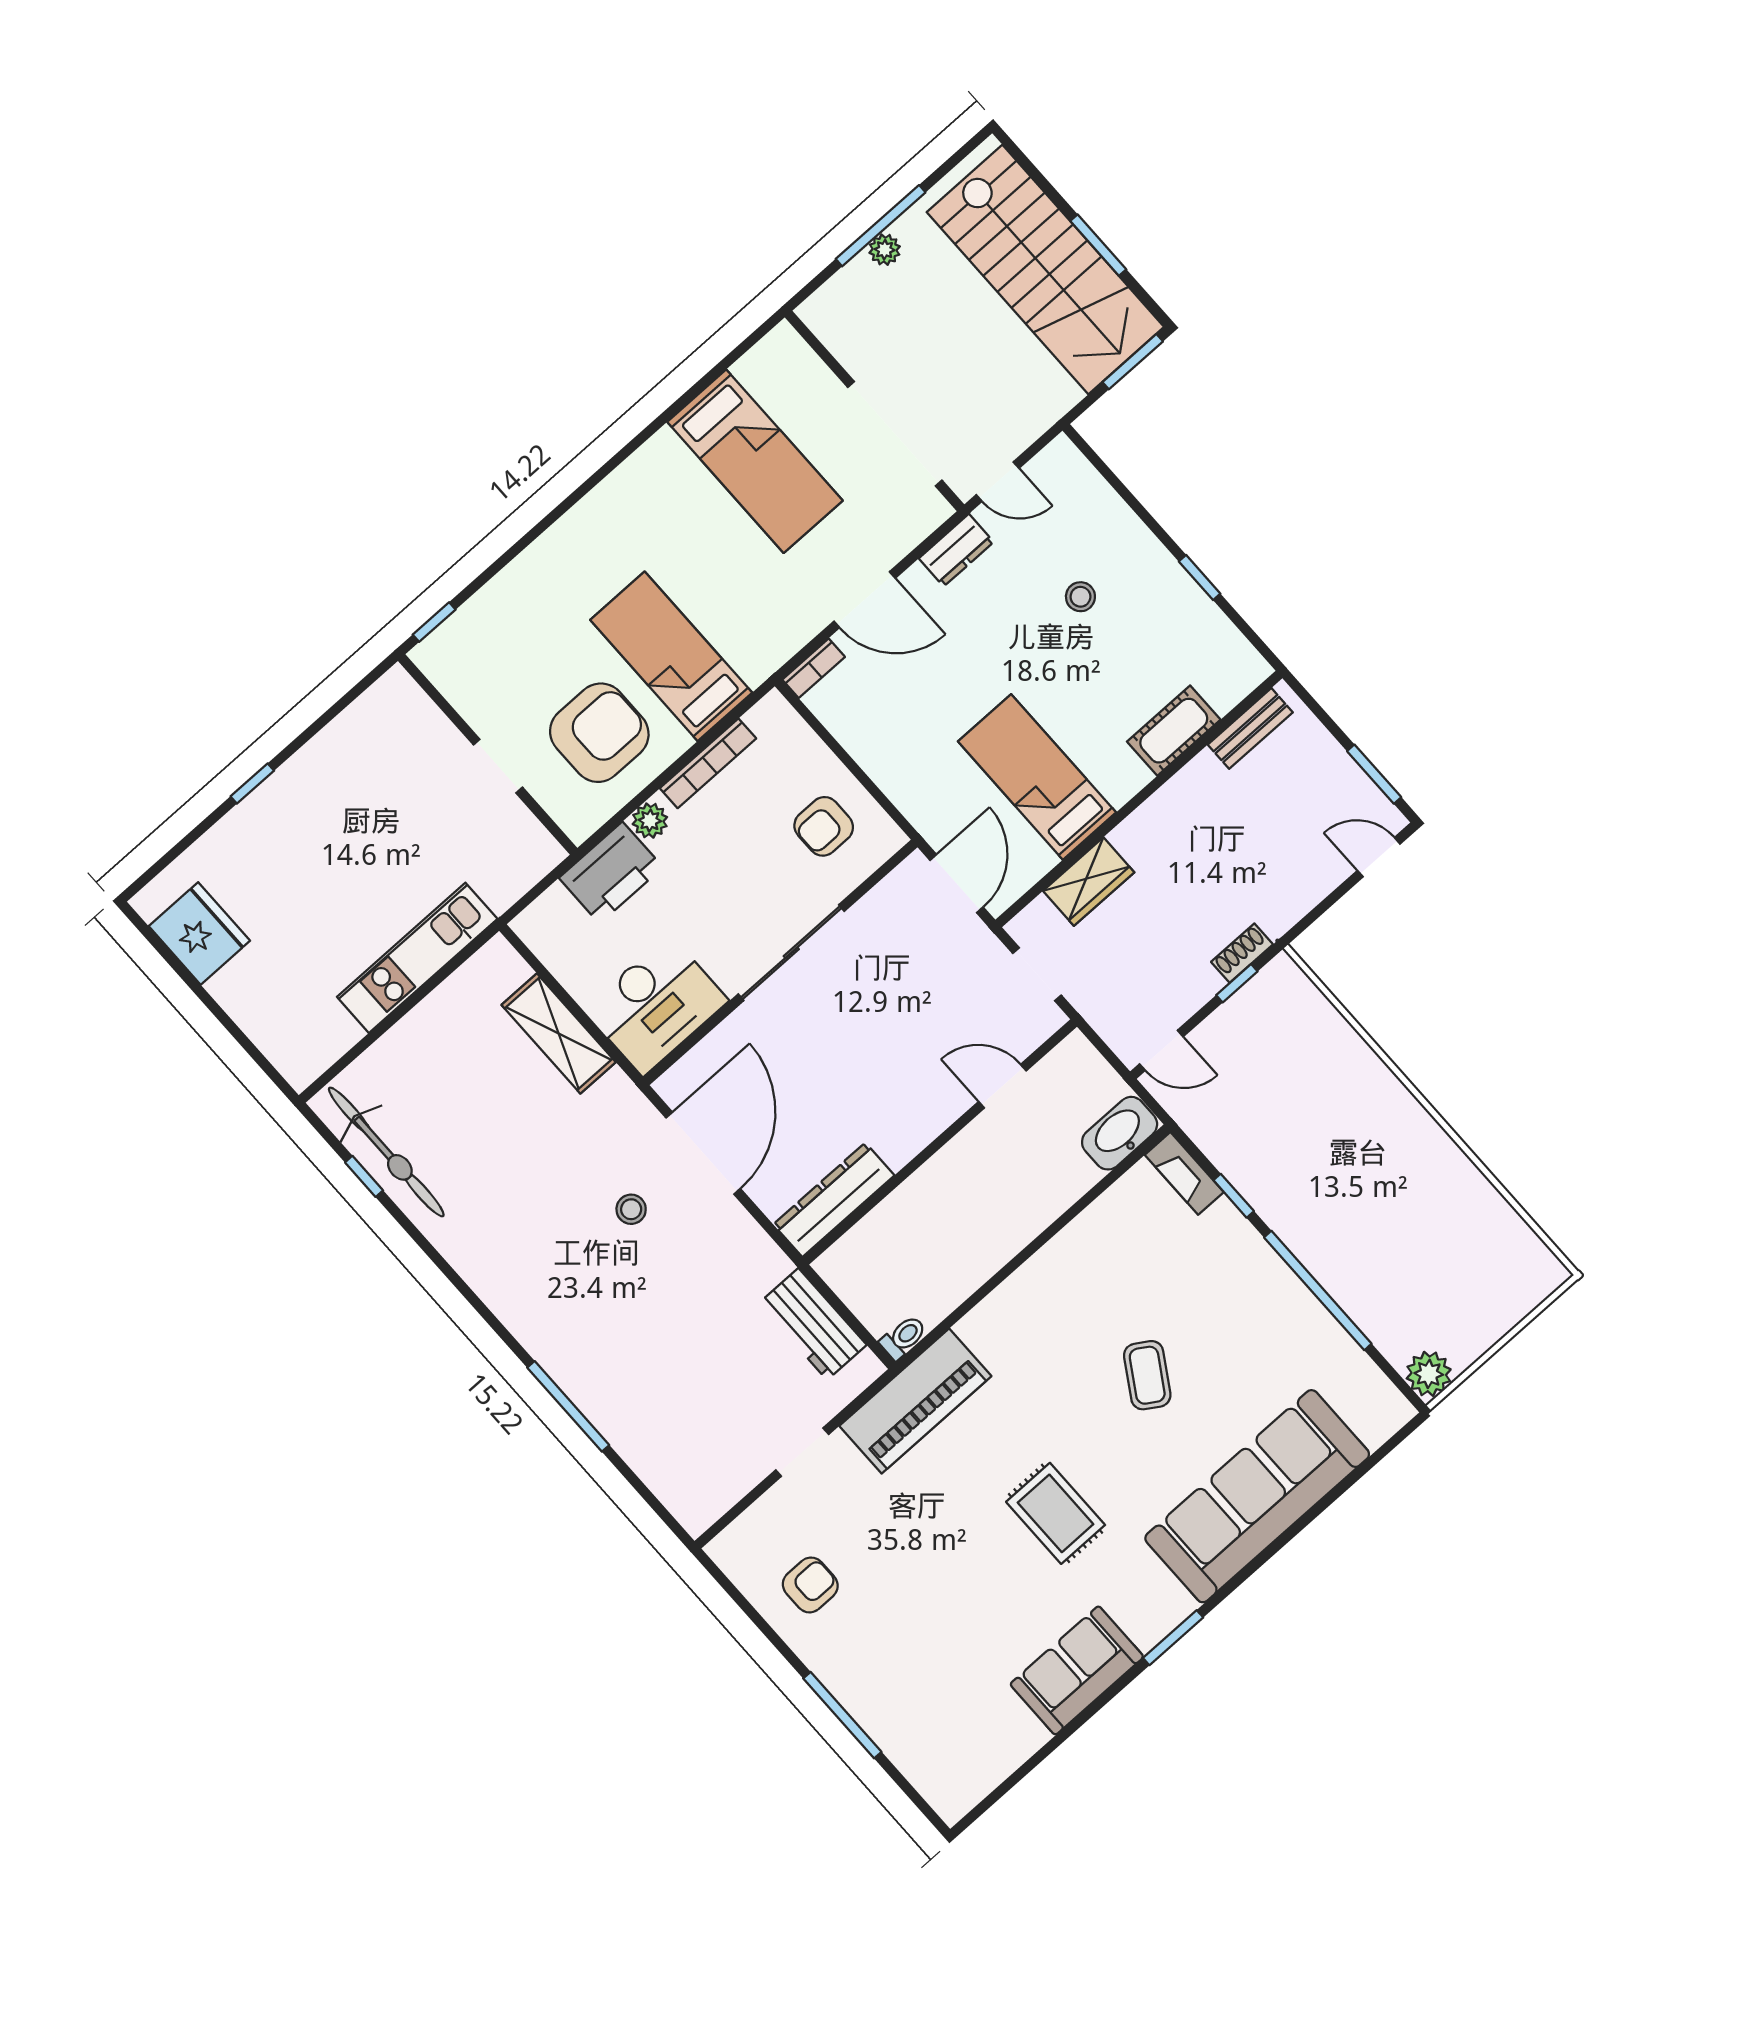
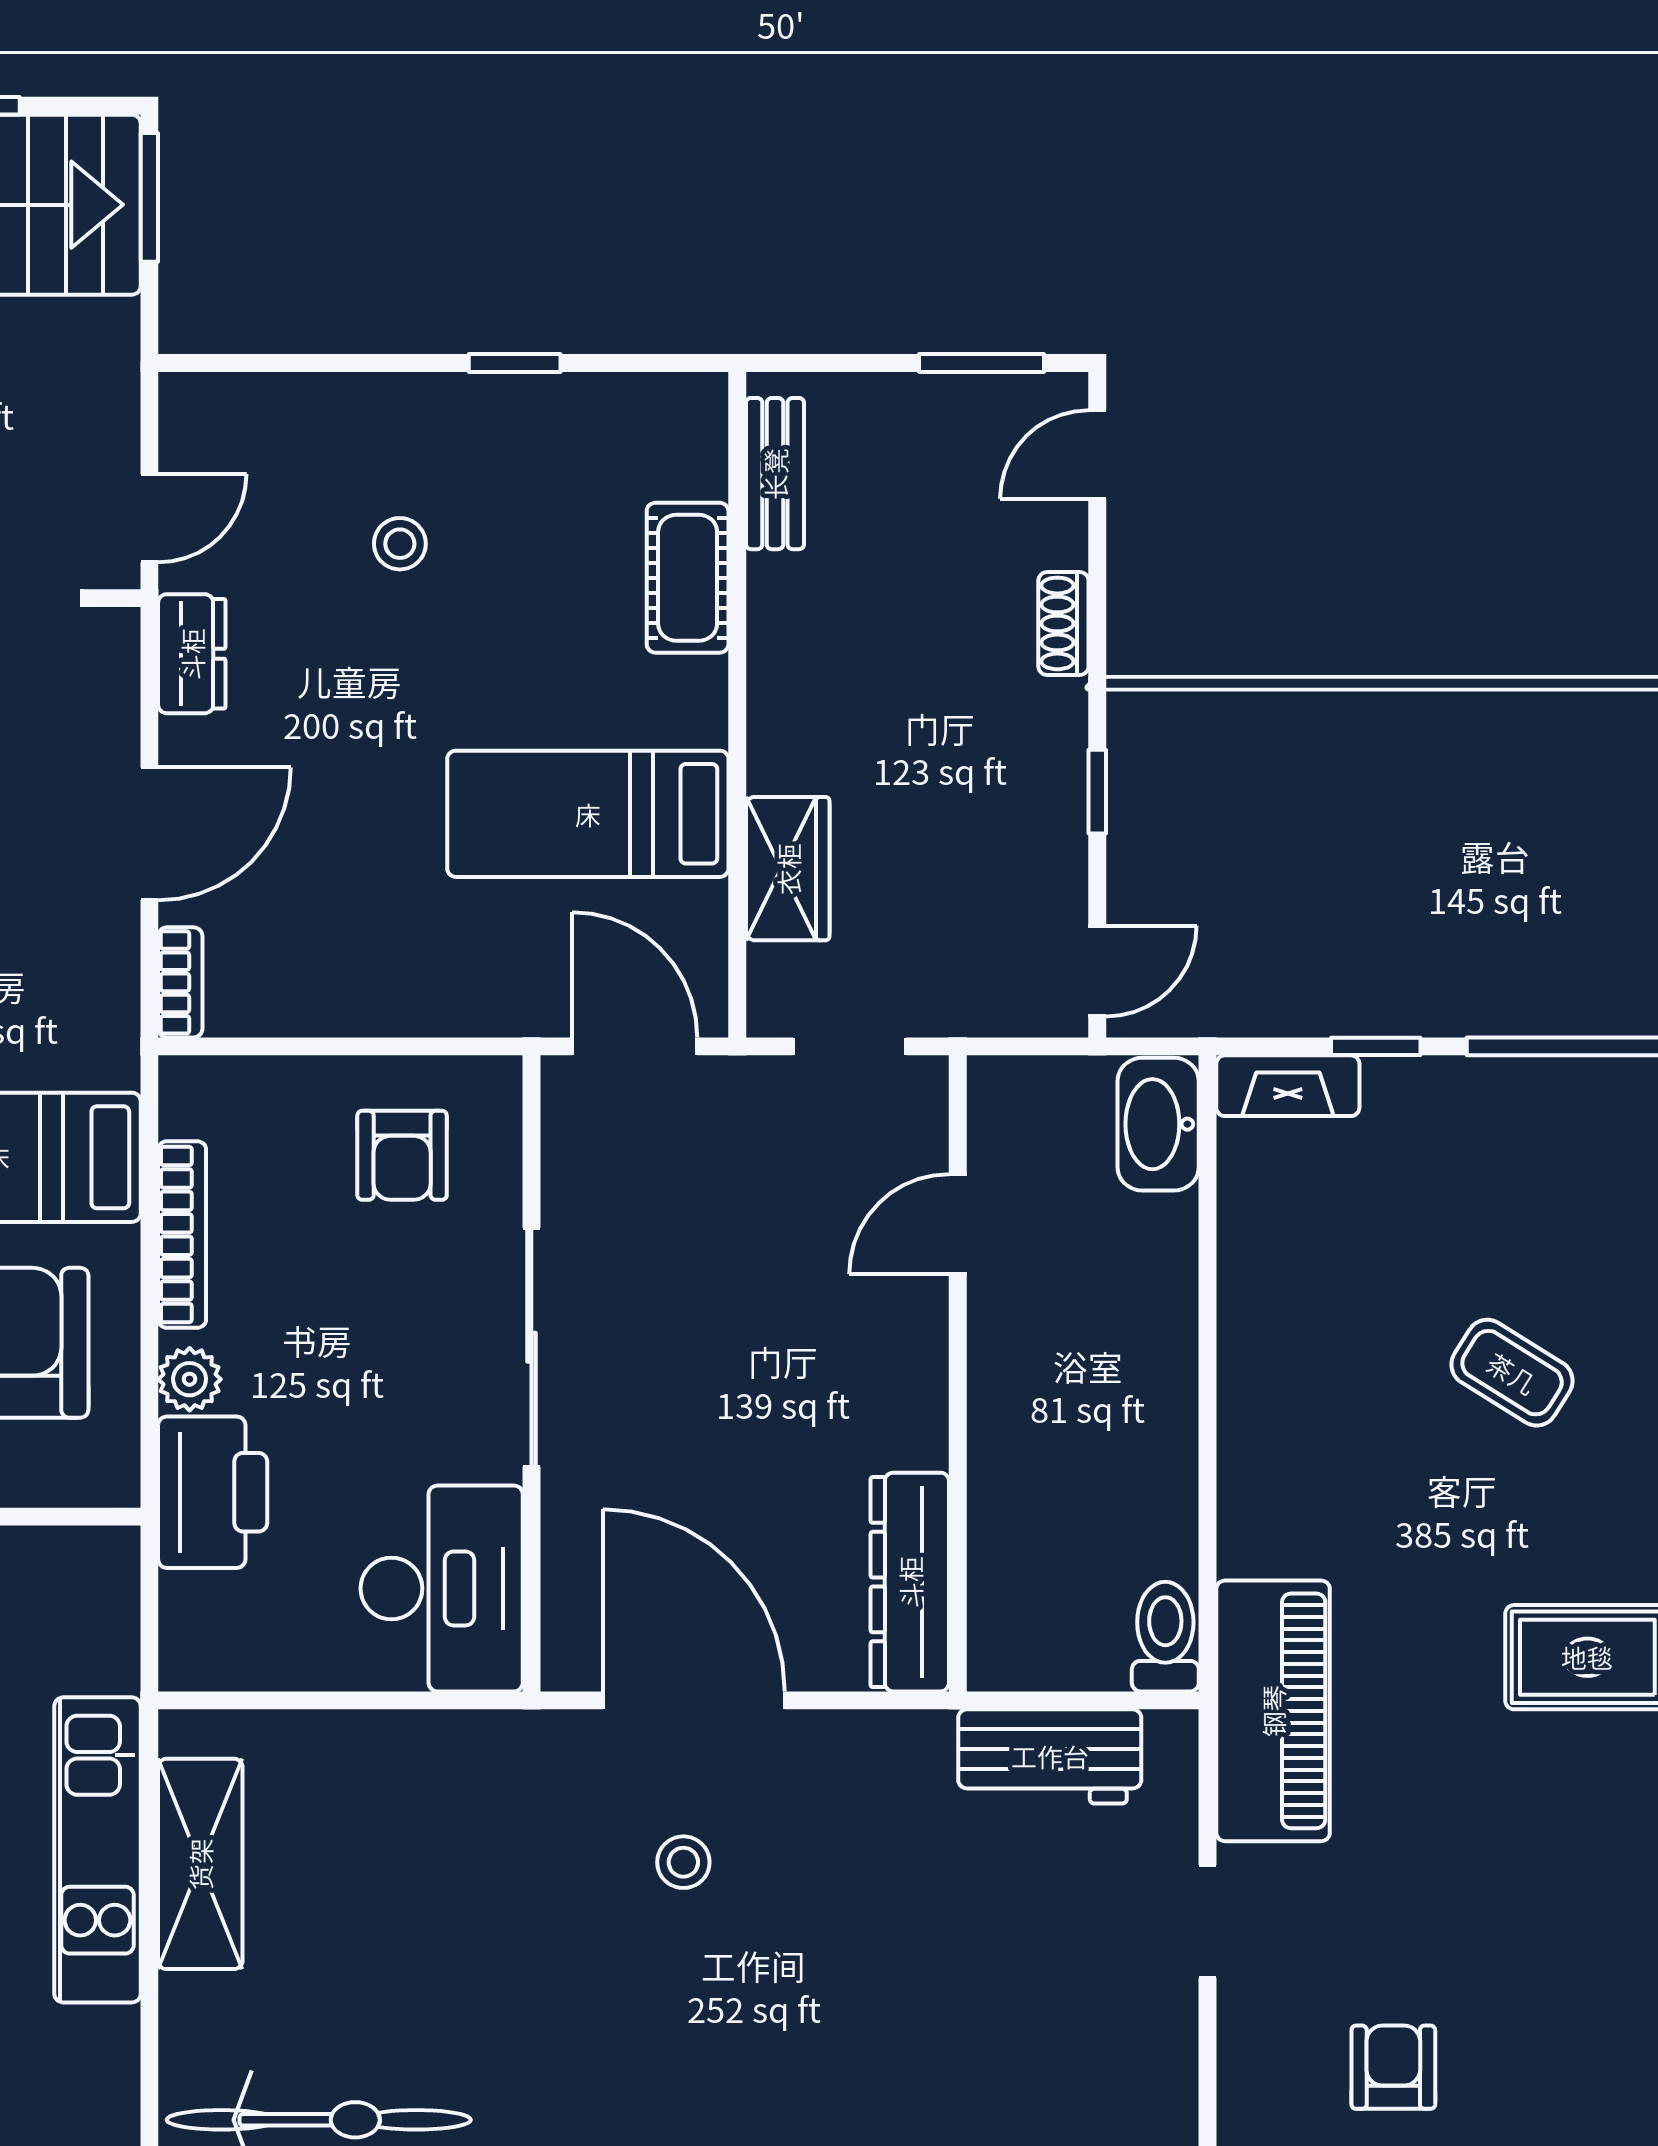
shoe rack: (1242, 953) -> (1063, 623), moved
shelving: (559, 1034) -> (200, 1864), moved, turned 90
toilet: (903, 1337) -> (1165, 1637), width x1.37, depth x1.39

